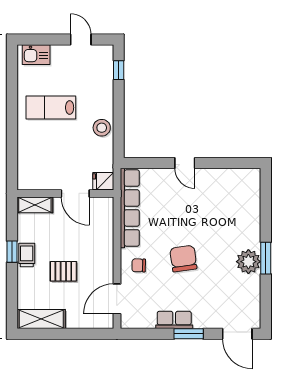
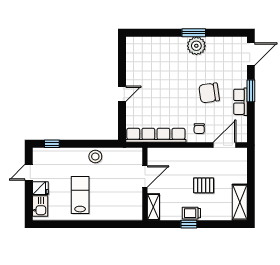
lab bench: (51, 107) -> (80, 195), turned 180
fridge: (103, 181) -> (40, 188), moved, turned -90
chair: (183, 259) -> (209, 93), moved
pallet: (63, 271) -> (204, 185), turned 90
door: (117, 299) -> (225, 145), swing flipped

